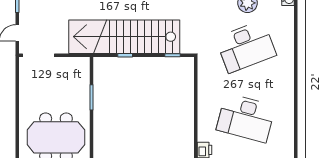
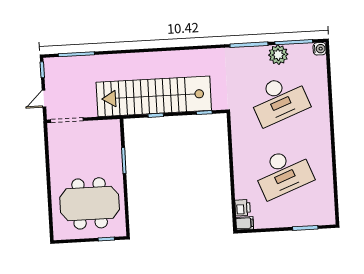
desk: (246, 118) -> (283, 173), turned -36

